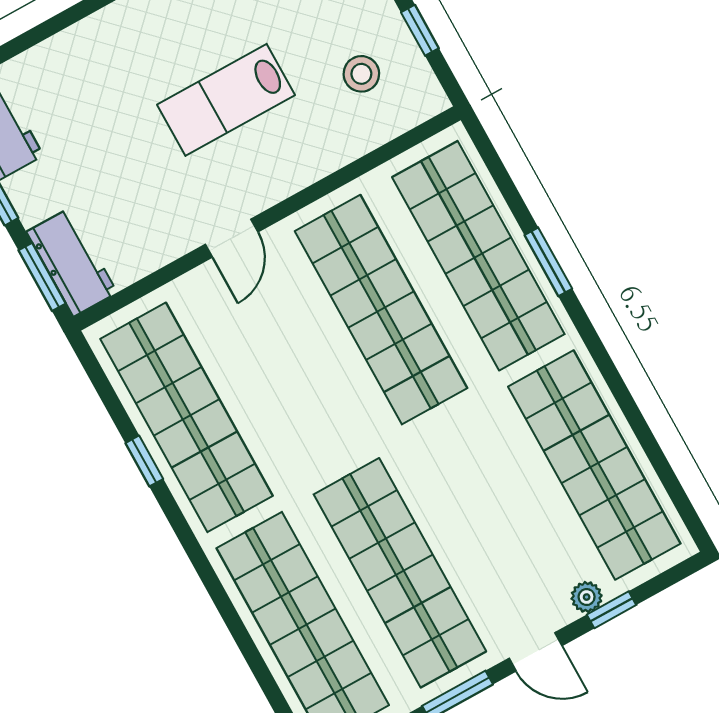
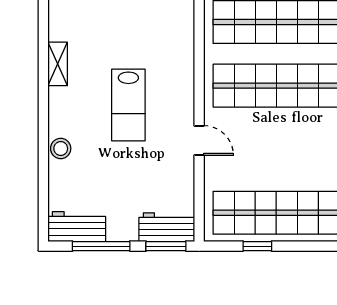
stool: (361, 74) -> (61, 149), moved
window: (144, 461) -> (257, 246), moved

